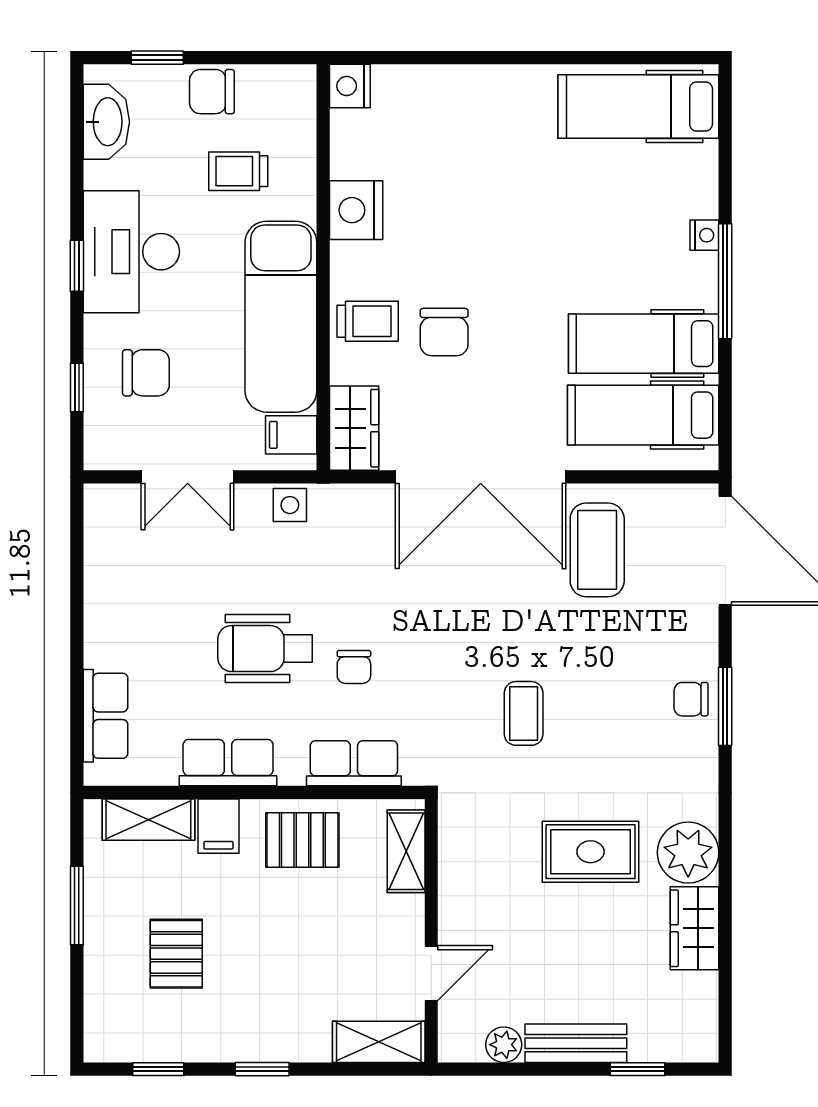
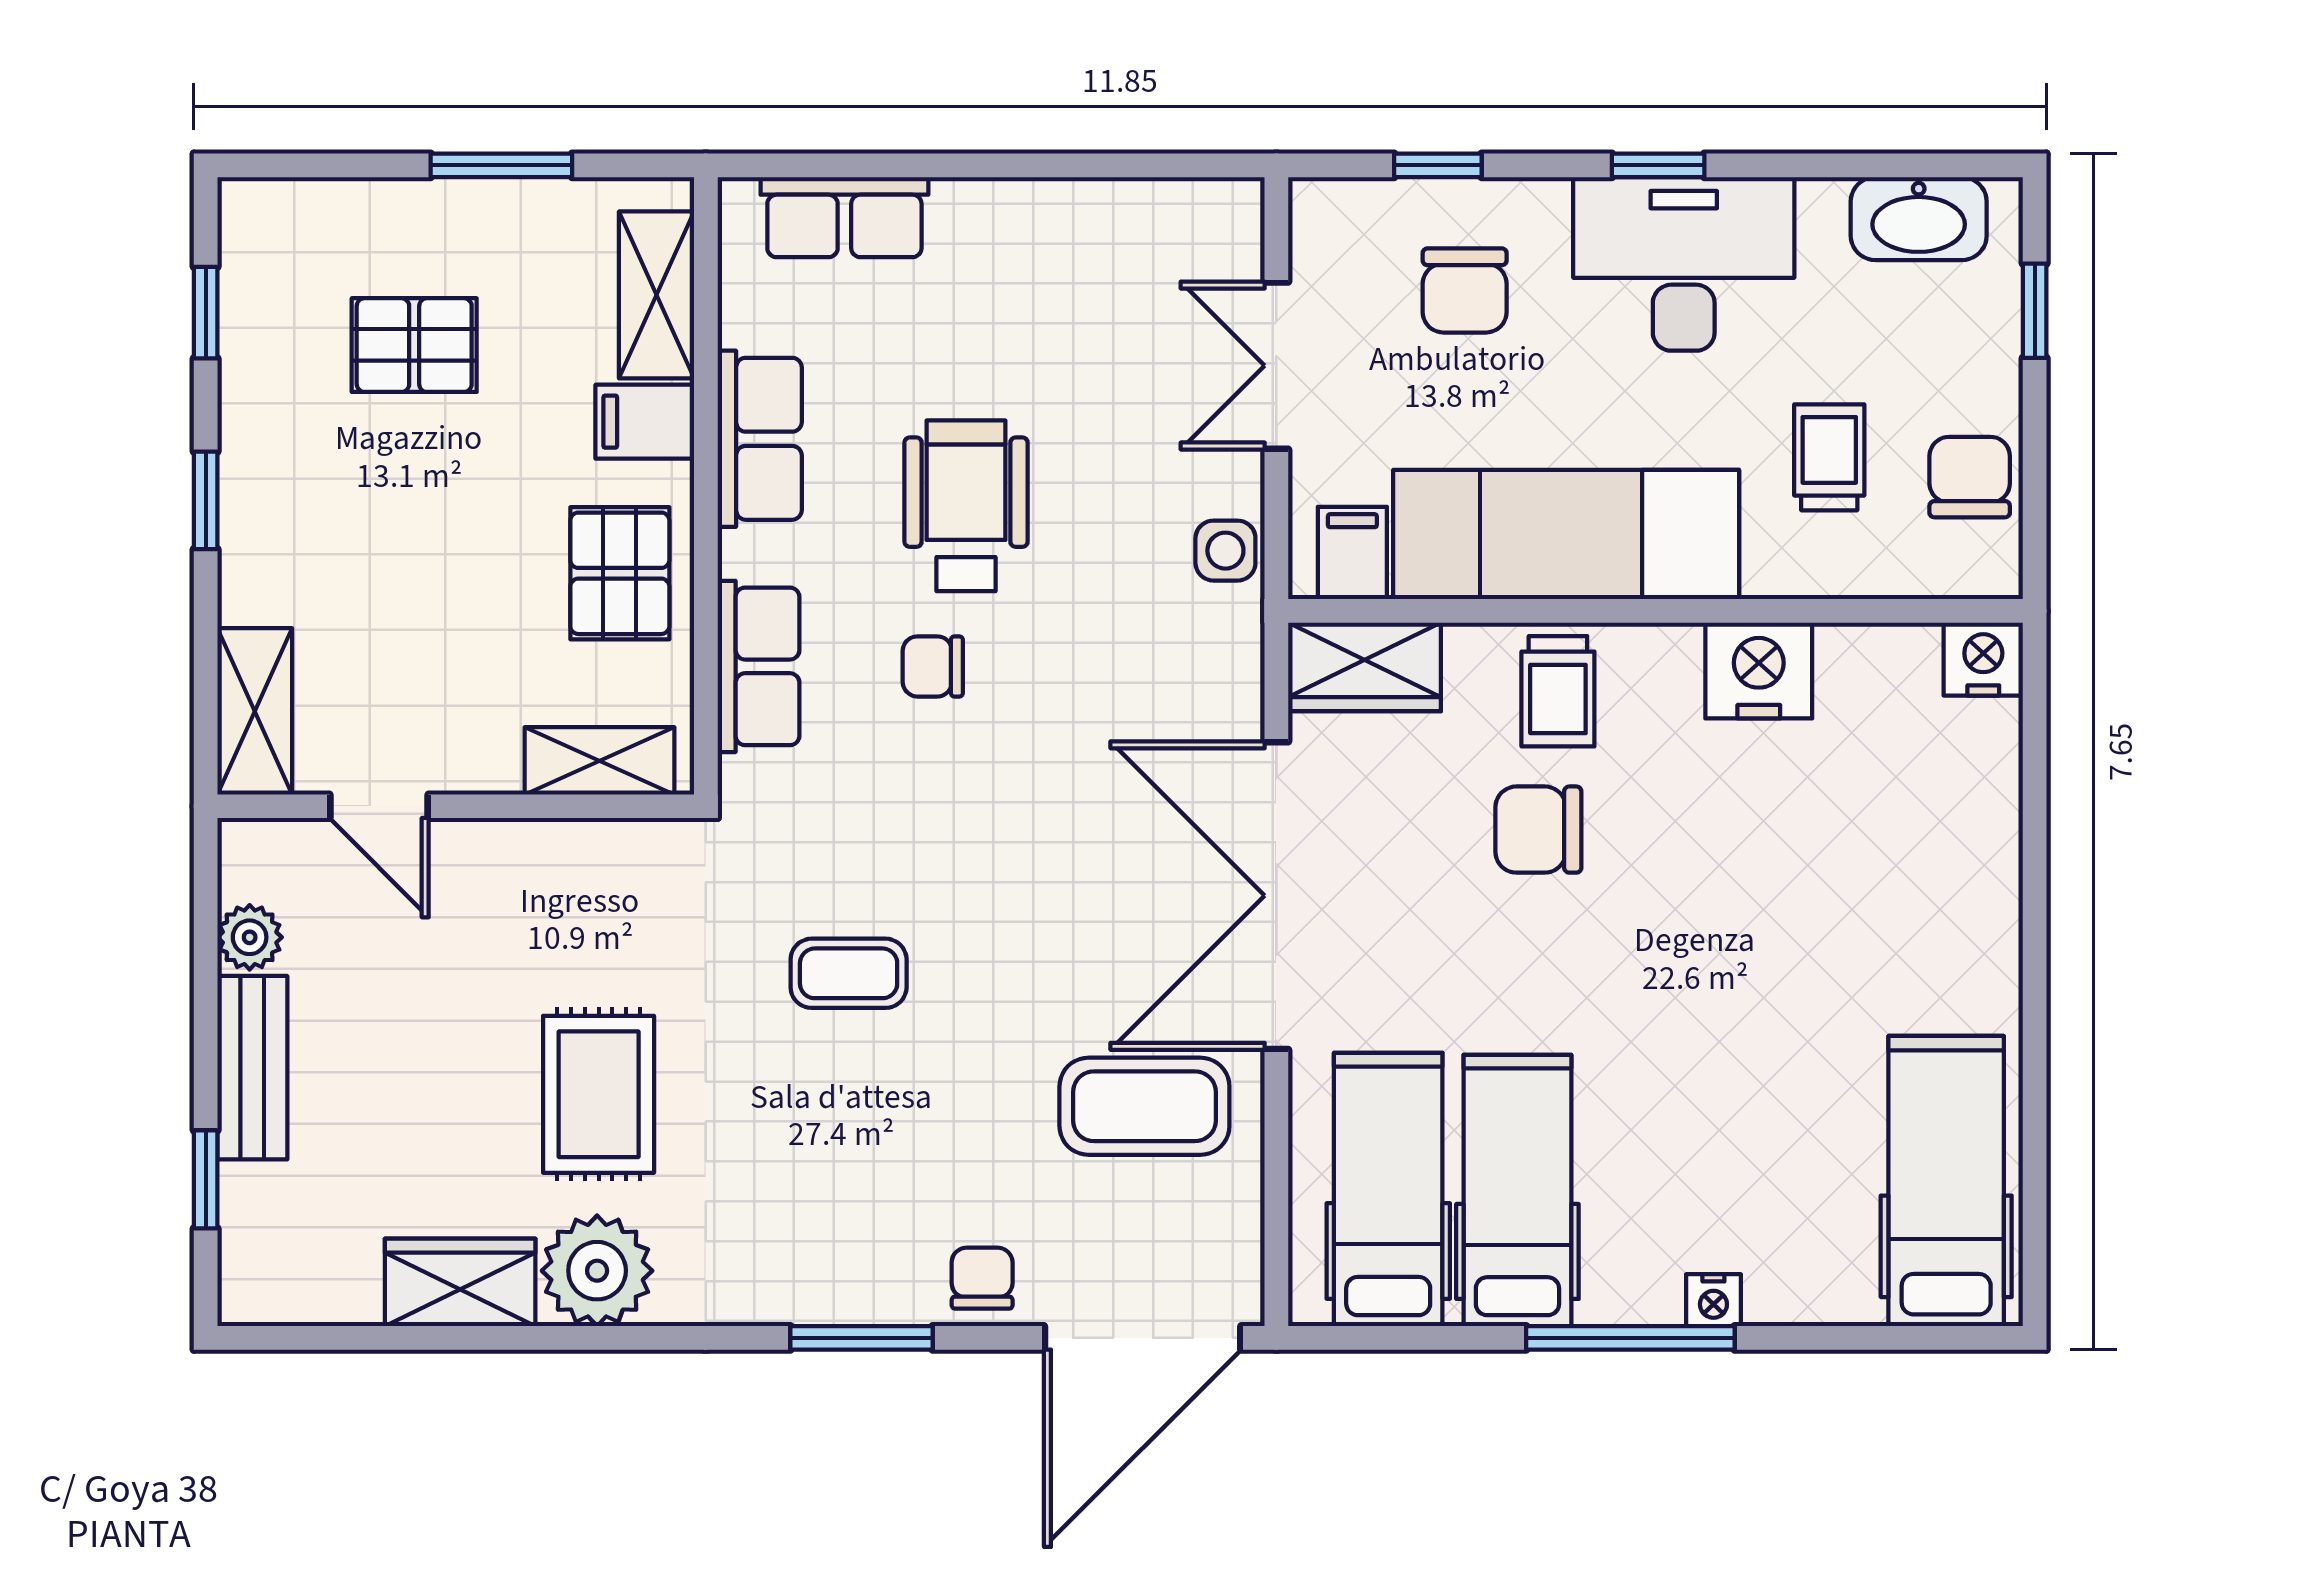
chair: (212, 92) -> (1970, 477), moved
chair: (691, 699) -> (982, 1278), moved

